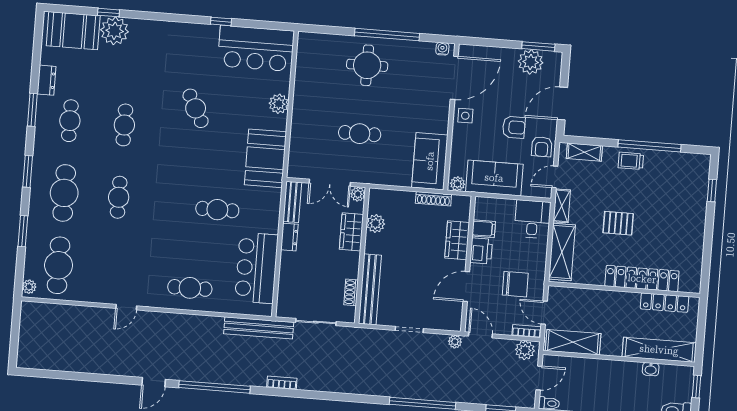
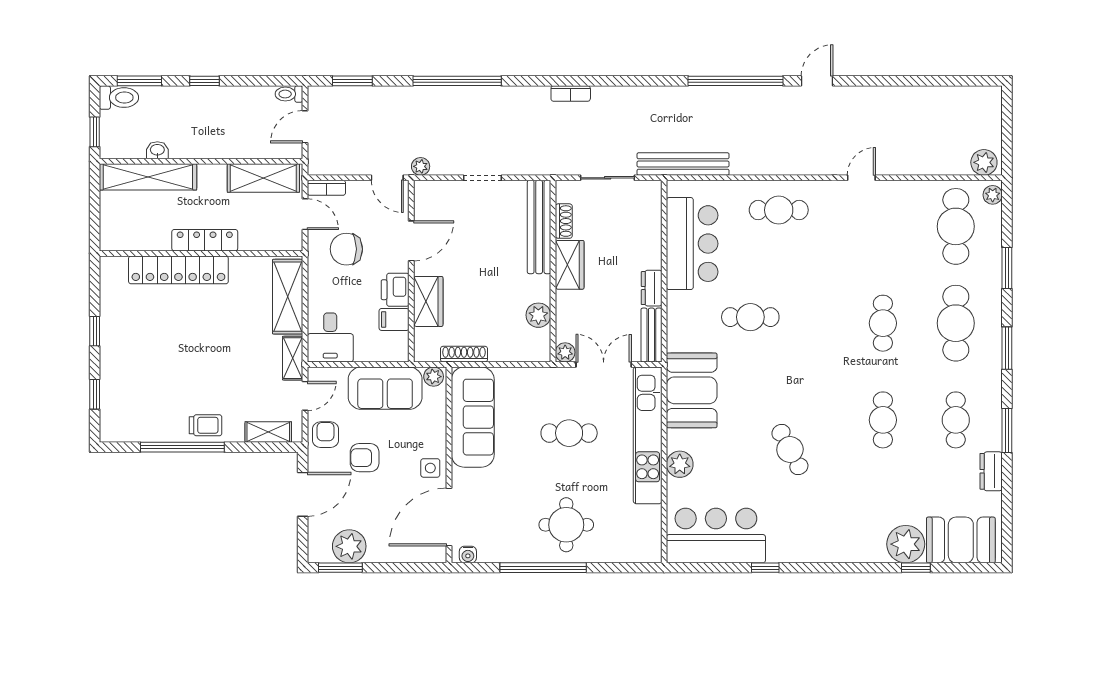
kitchen unit: (301, 127) -> (648, 435), added
sofa: (430, 161) -> (473, 417), width x1.36
pallet: (618, 223) -> (216, 341), removed
wardrobe: (351, 232) -> (570, 265), moved
window: (708, 238) -> (95, 331), added
locker: (664, 303) -> (205, 240), moved
plant: (525, 350) -> (984, 162), moved
bookcase: (282, 383) -> (571, 93), moved

